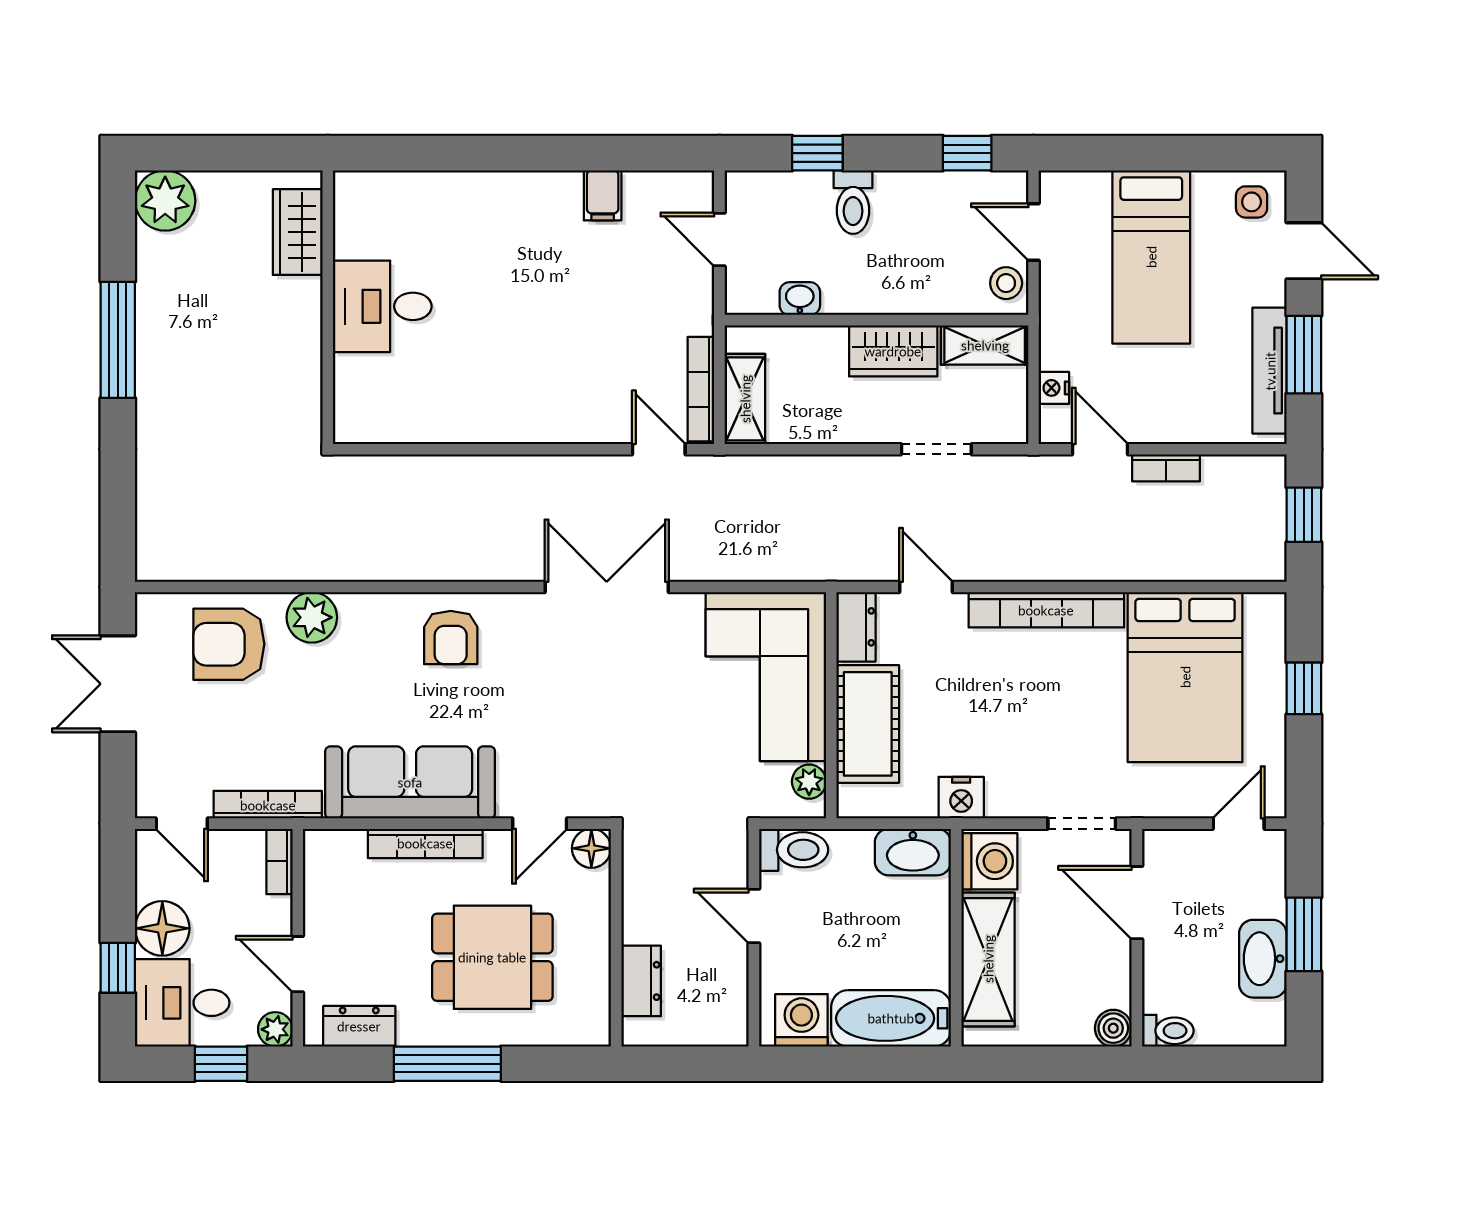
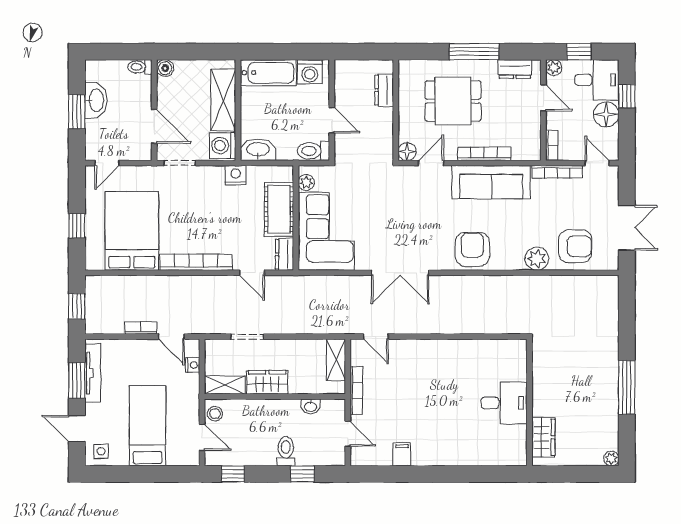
plant: (165, 201) -> (611, 458), width x0.53, depth x0.53
bookcase: (701, 389) -> (356, 390), moved
armchair: (451, 638) -> (472, 249), width x1.38, depth x1.38

